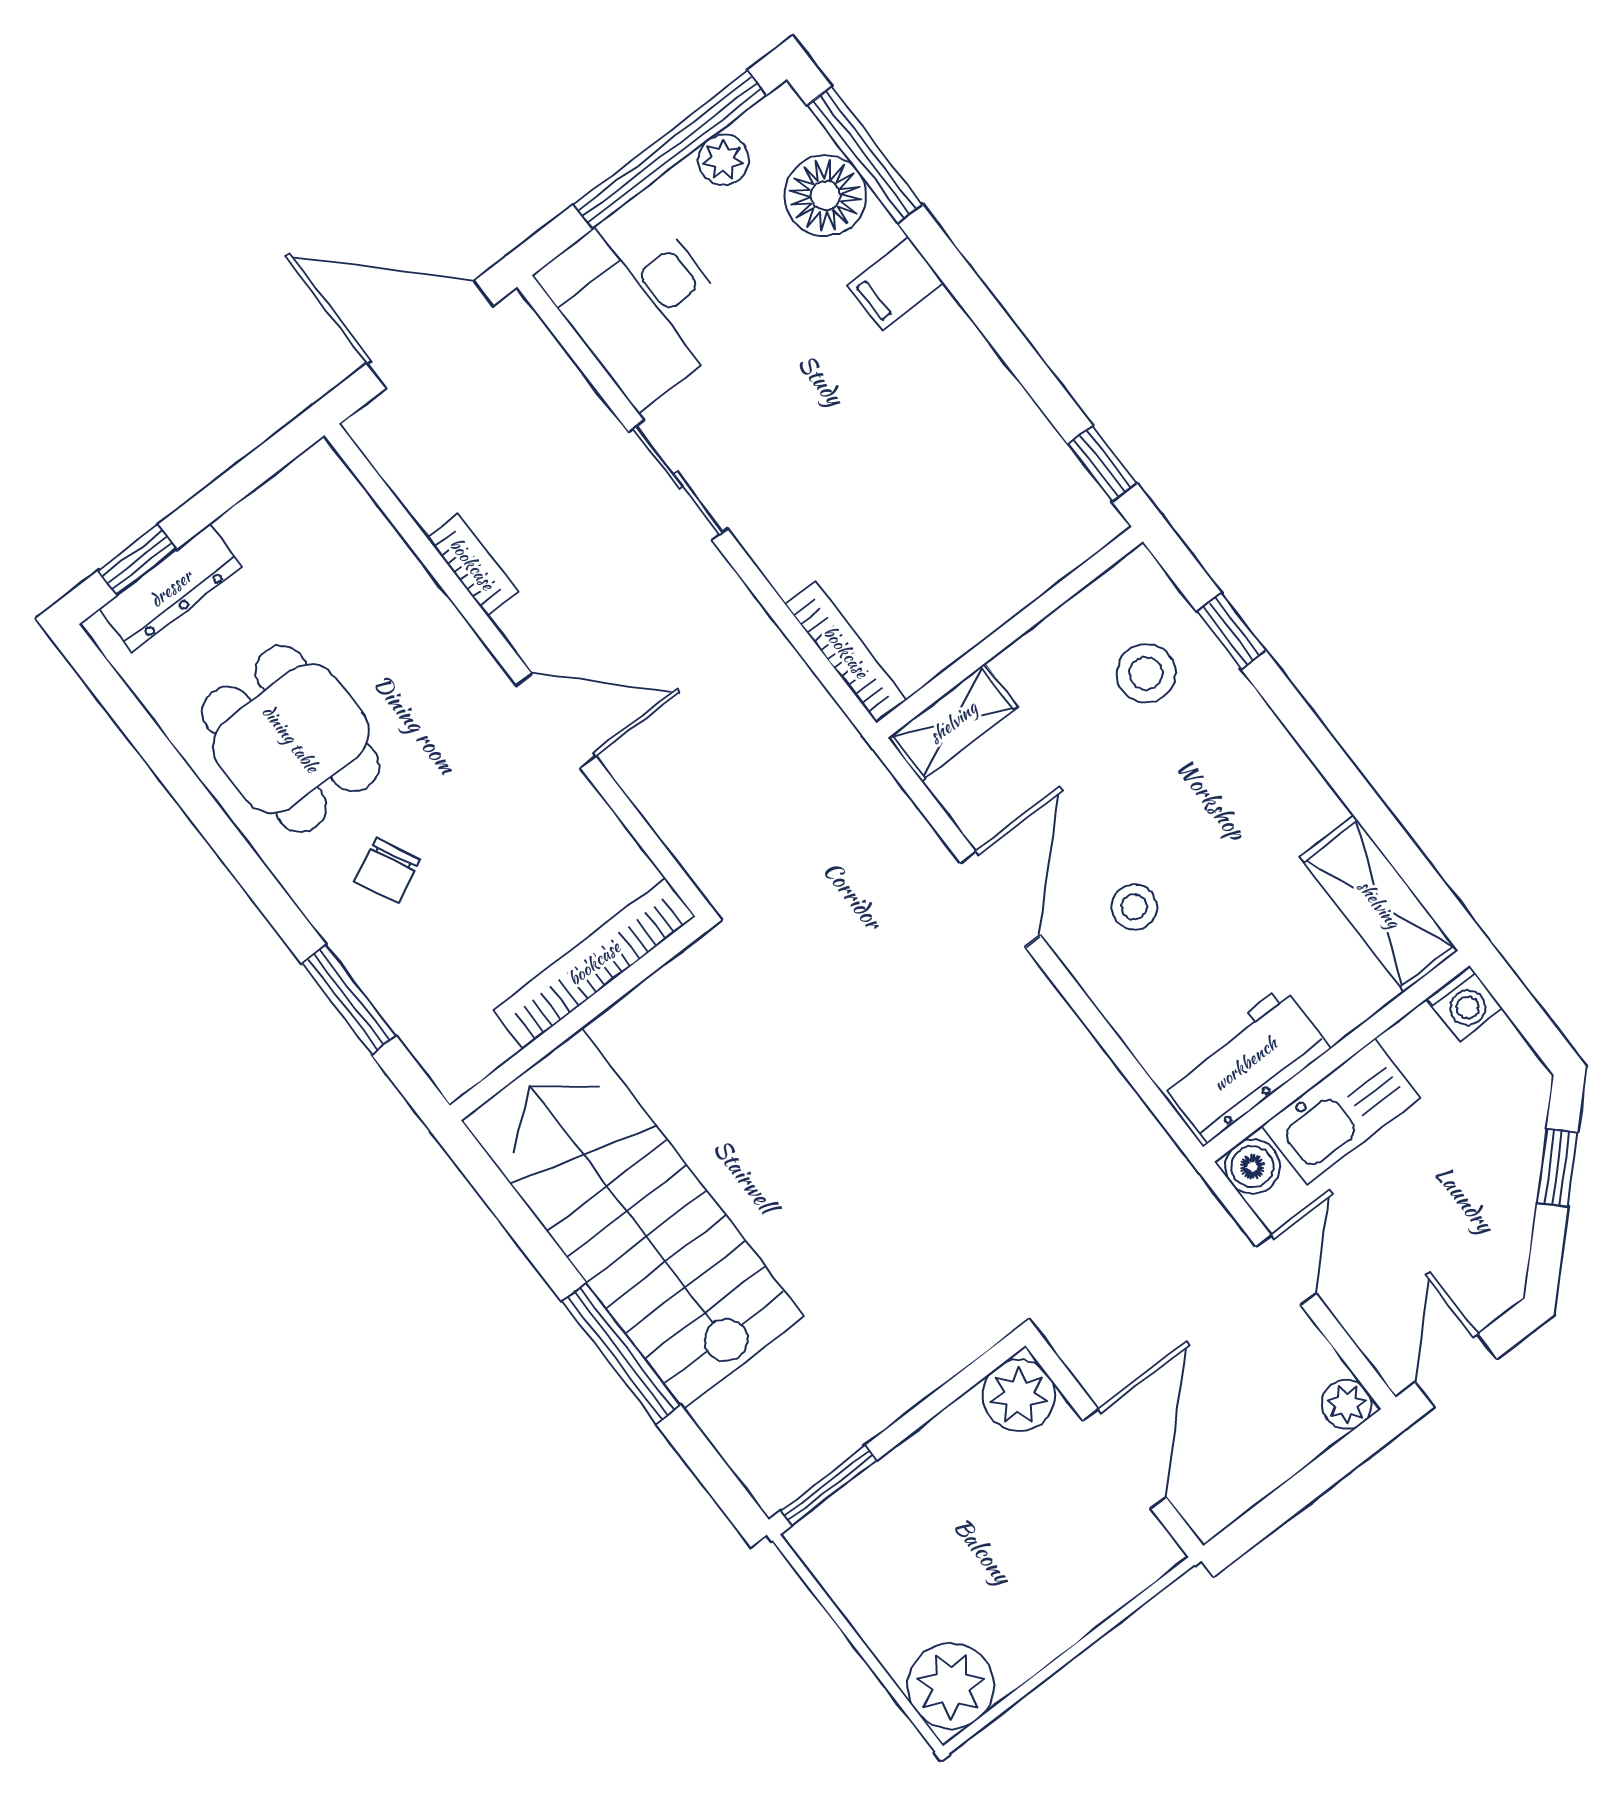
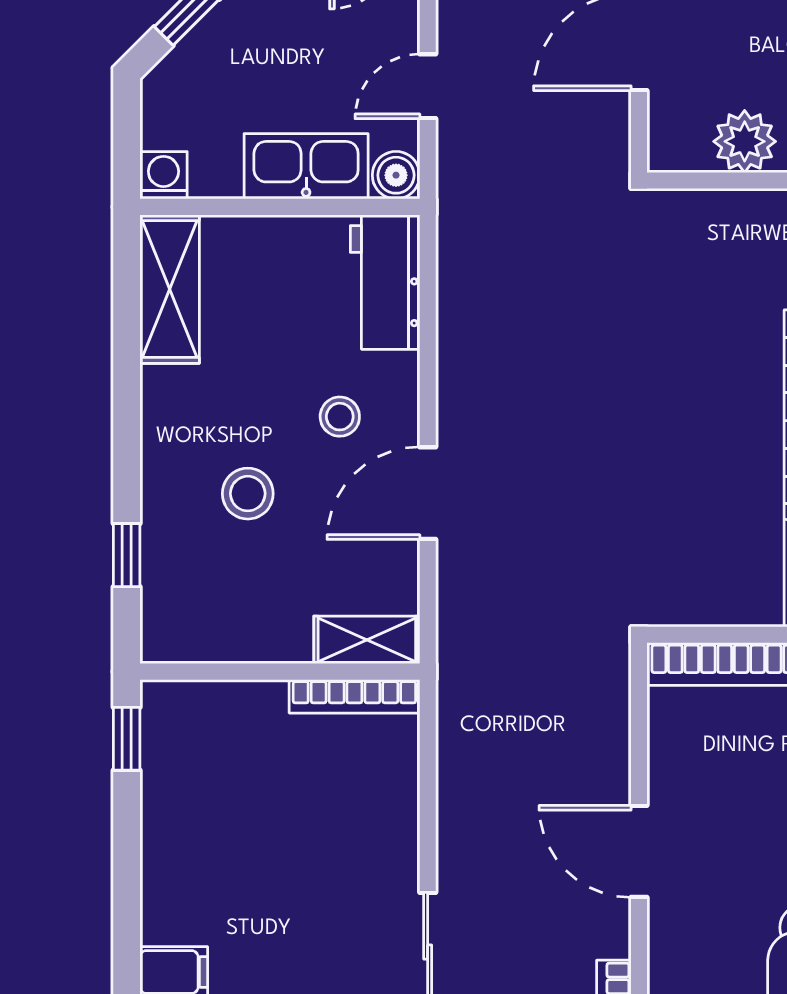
bookcase: (846, 652) -> (354, 696), moved, turned -90
stool: (1146, 673) -> (248, 494), moved
workbench: (1245, 1064) -> (385, 282), moved, turned 90
plant: (1019, 1395) -> (745, 141), moved

